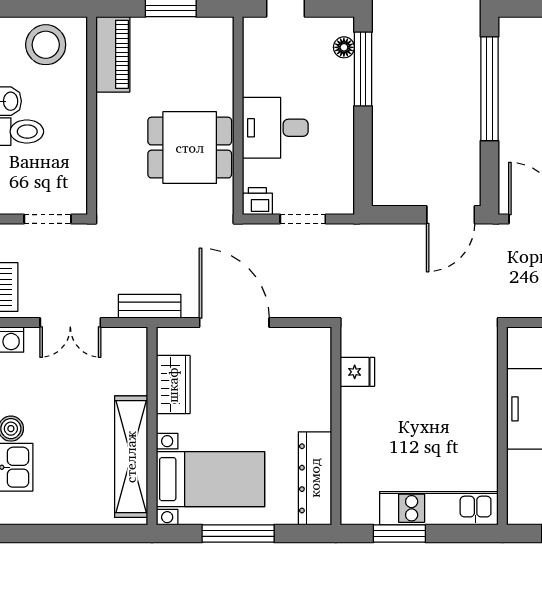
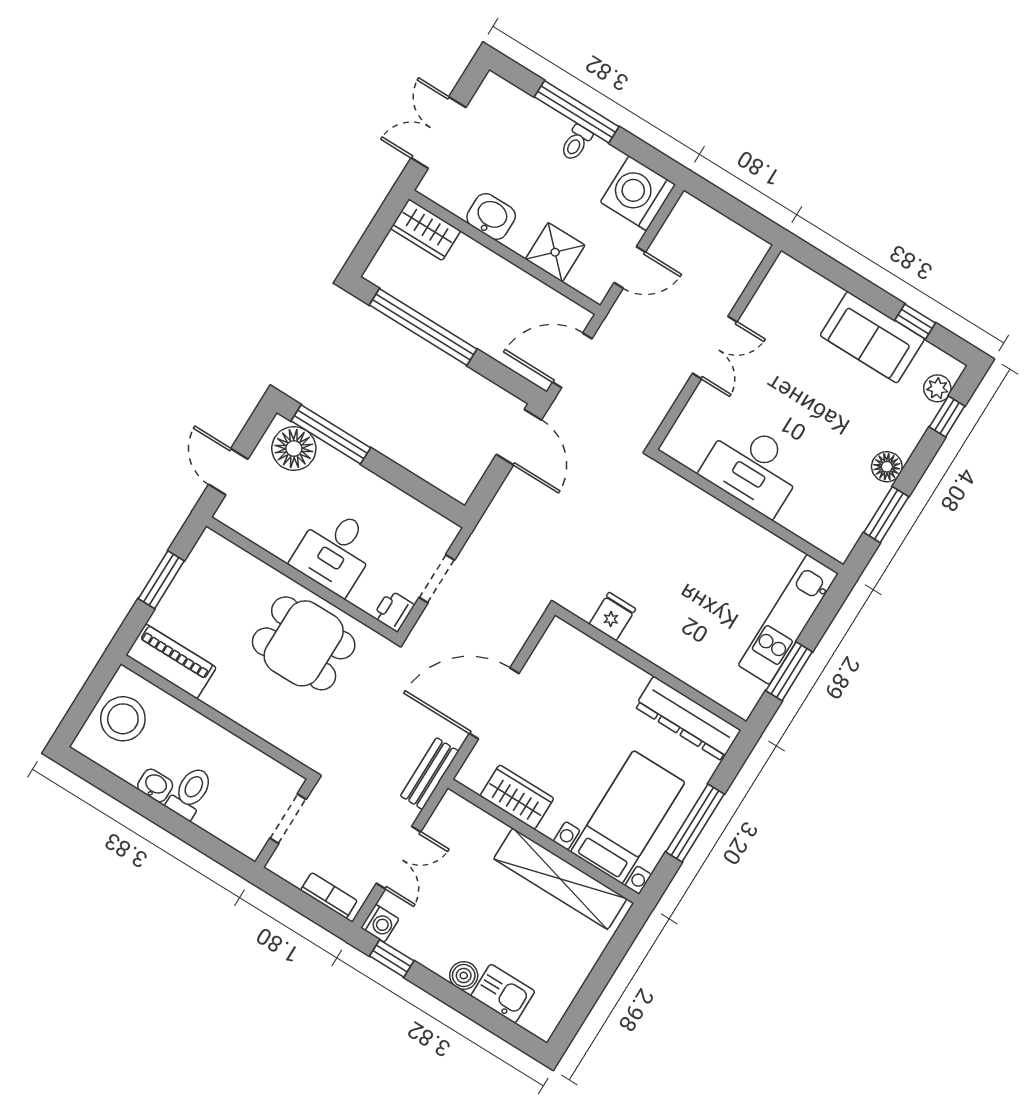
floor lamp: (344, 47) -> (294, 449), width x1.89, depth x1.89
dining table: (190, 148) -> (304, 643), turned 90

